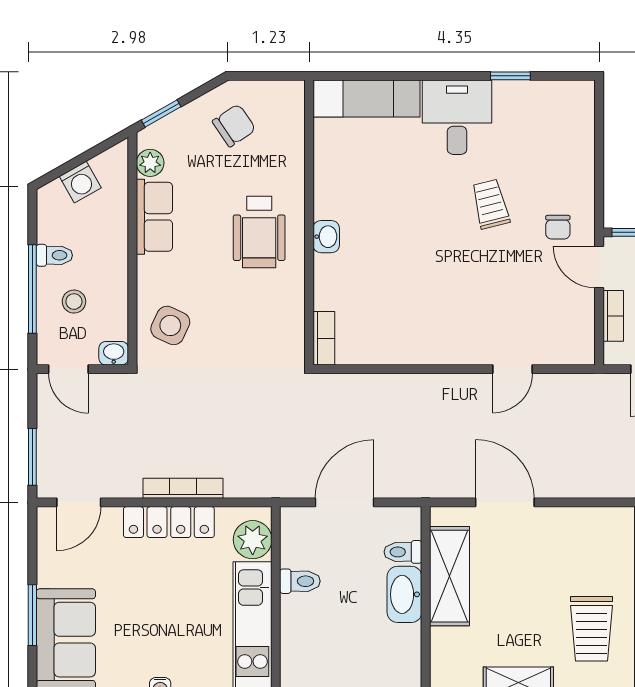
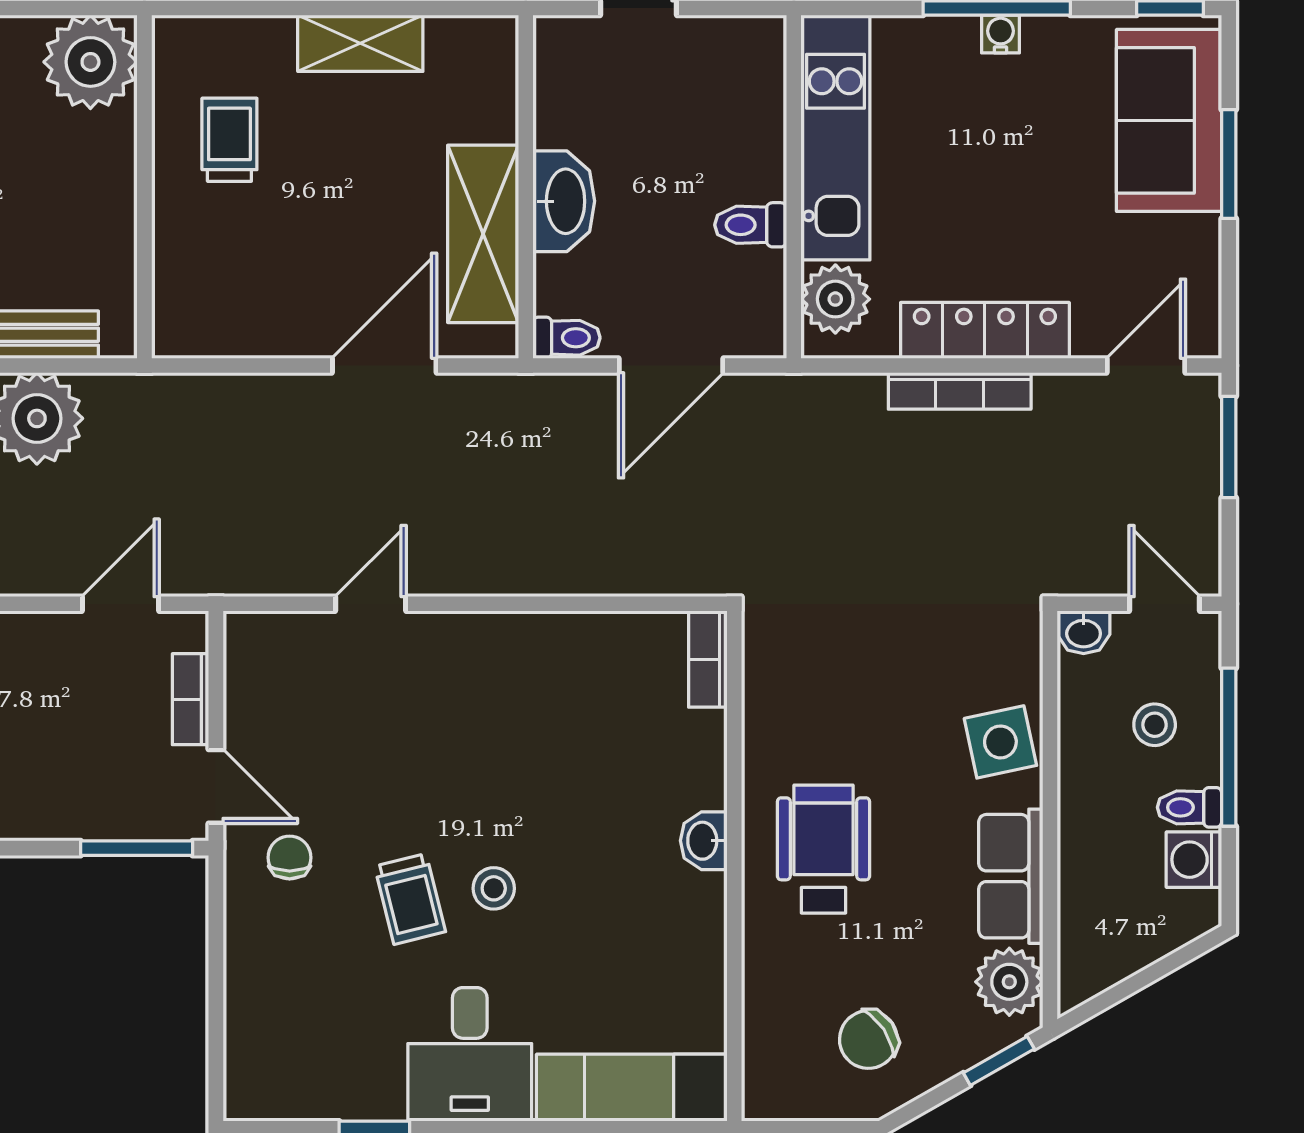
plant: (150, 163) -> (1009, 982), width x1.38, depth x1.38
washing machine: (80, 182) -> (1194, 860), moved, turned -60
stool: (444, 210) -> (494, 888), added
side table: (170, 325) -> (1000, 742), moved, turned -37
door: (505, 502) -> (384, 365), swing flipped
toilet: (403, 552) -> (566, 338), moved
trolley: (591, 629) -> (229, 140), width x0.73, depth x0.72

